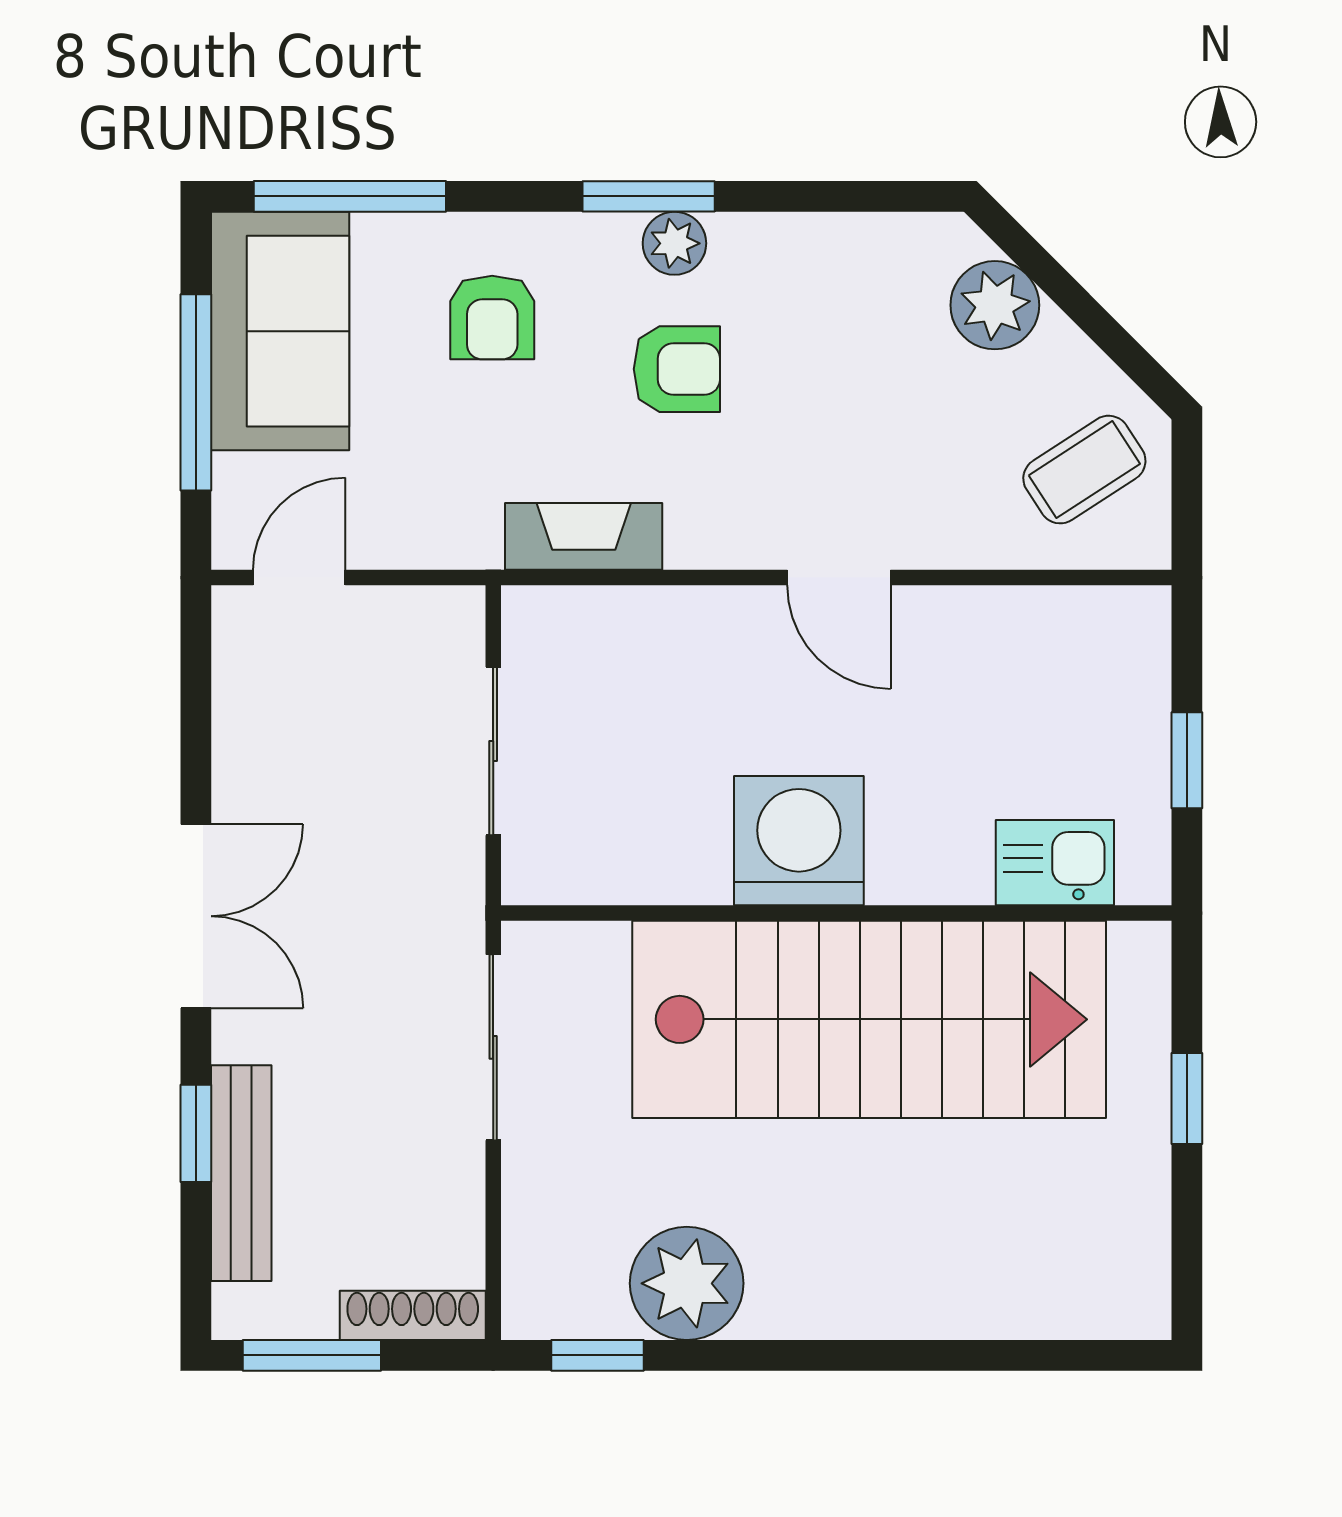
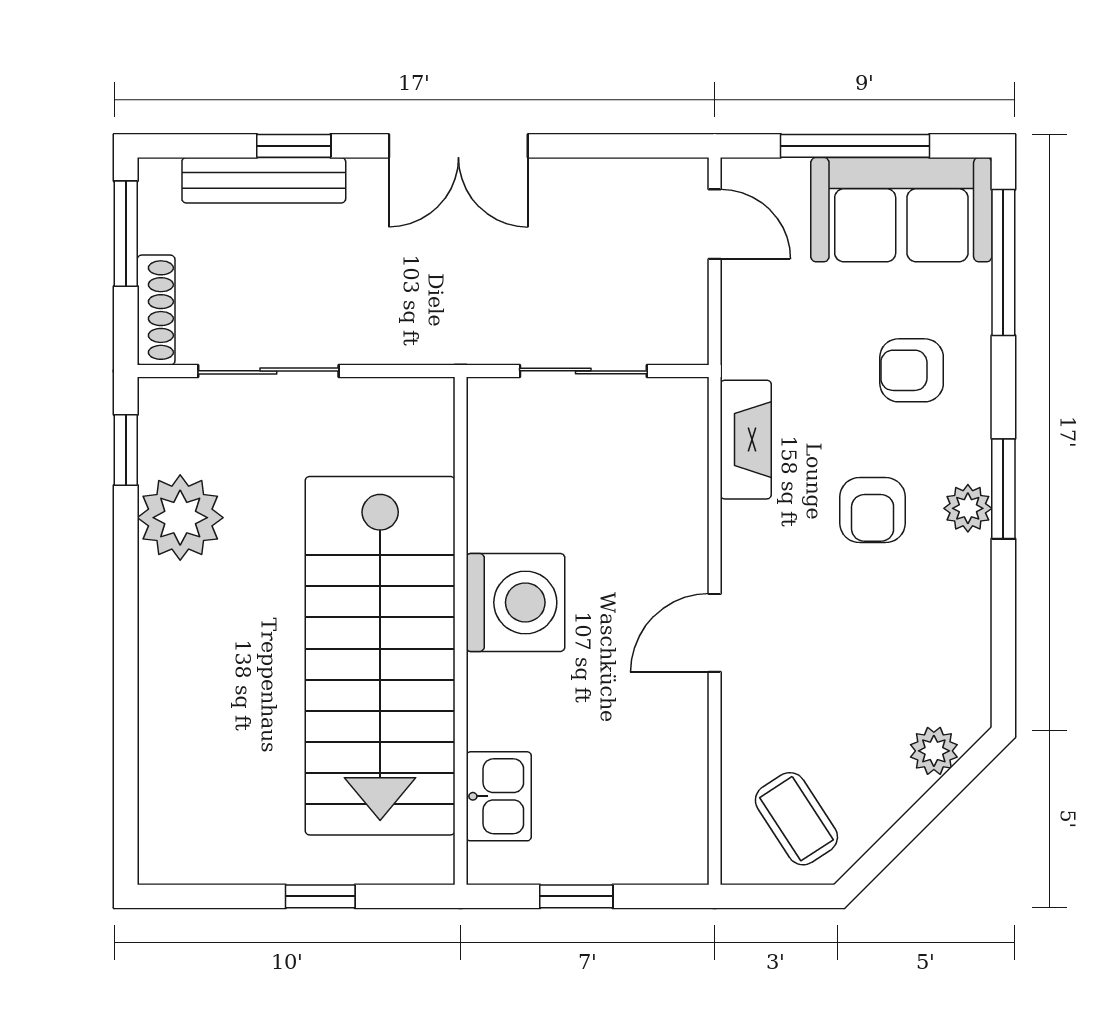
plant: (995, 305) -> (934, 751), width x0.73, depth x0.73
sliding door: (493, 1047) -> (268, 371), moved

